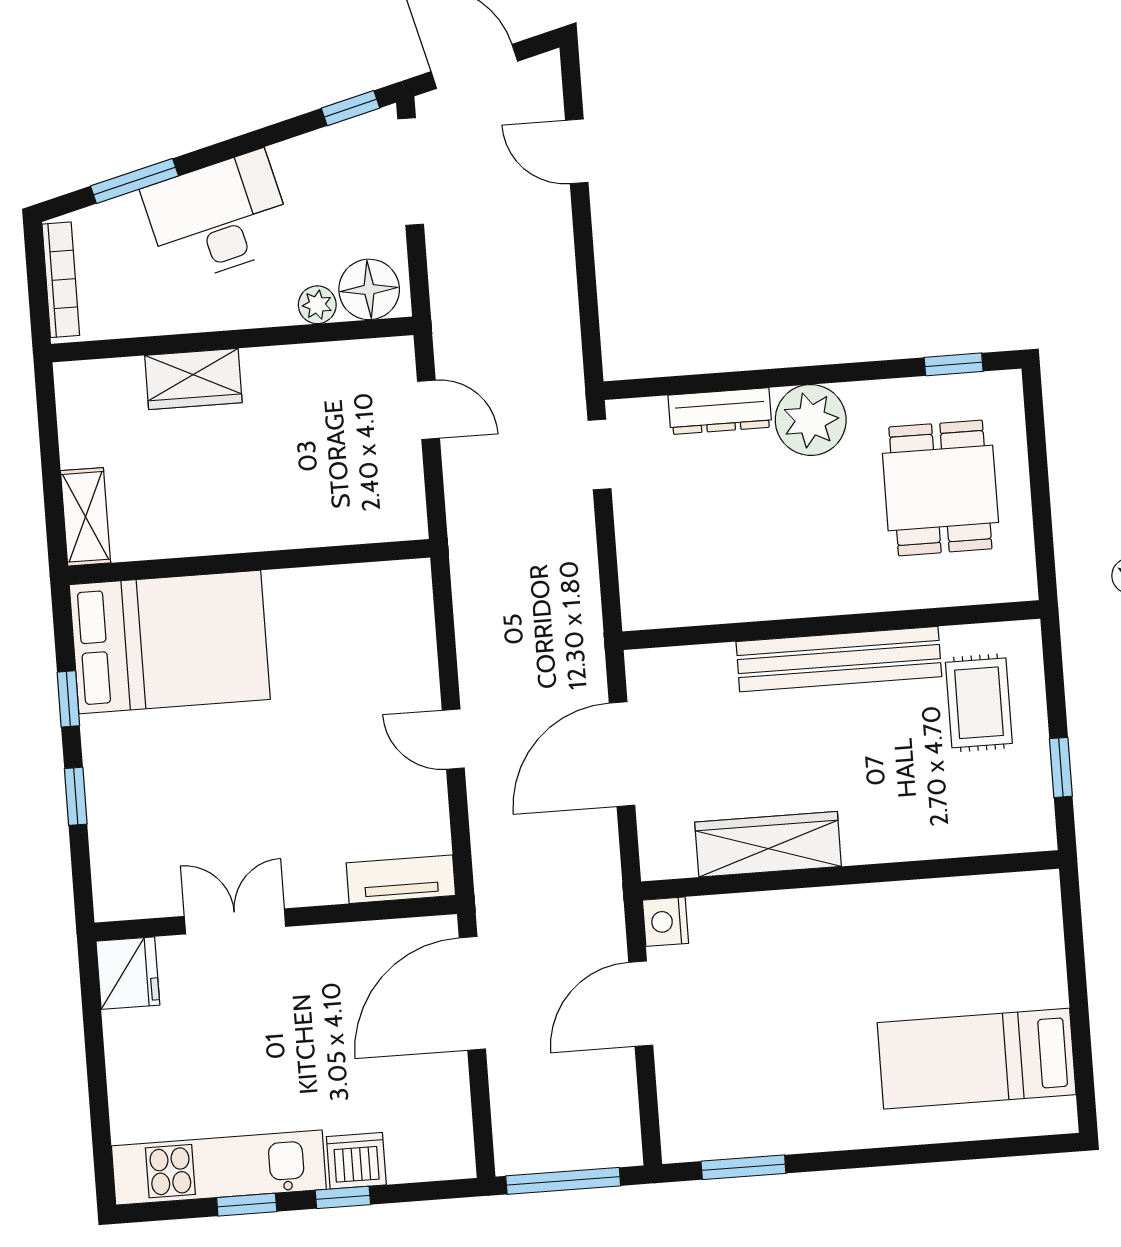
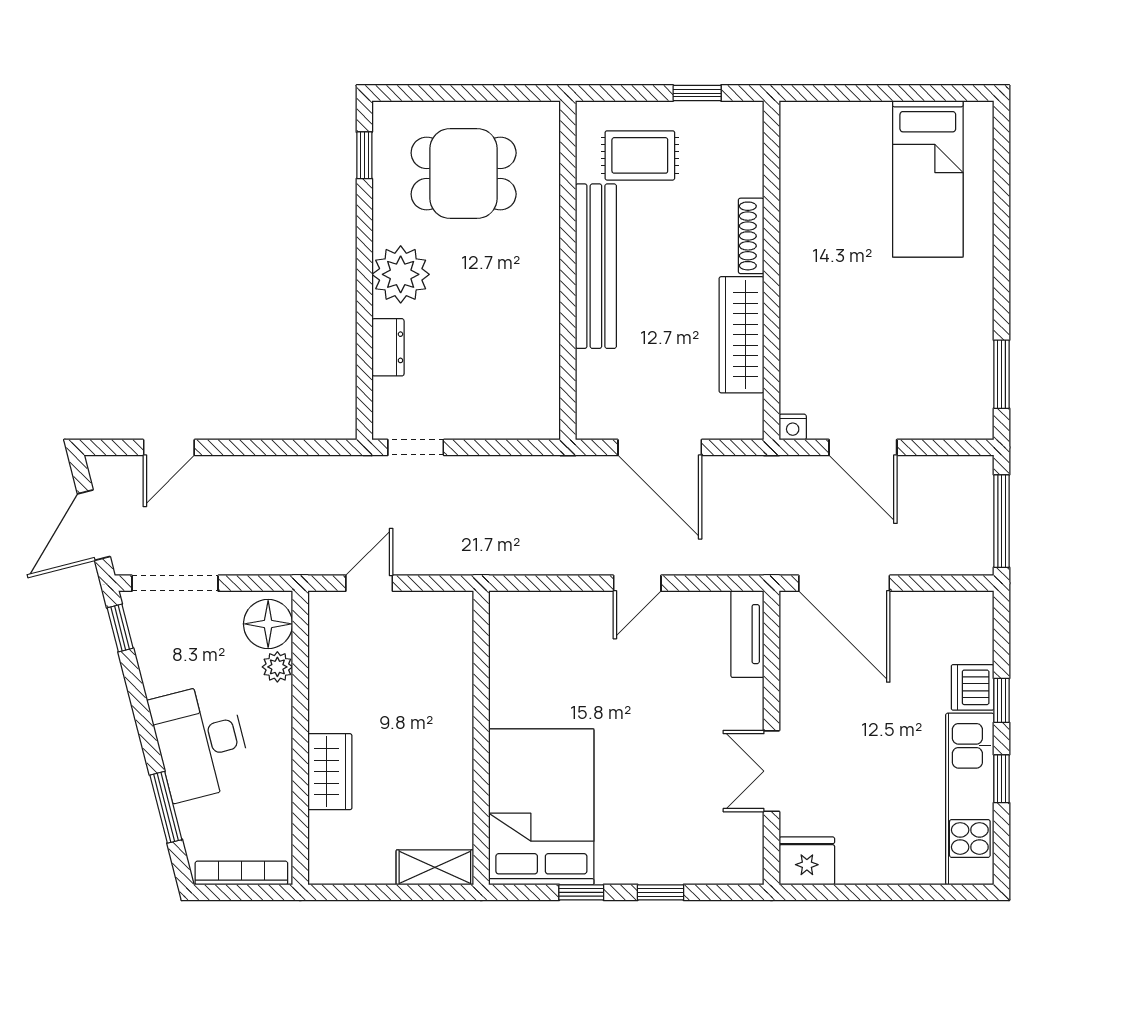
dresser: (720, 411) -> (388, 347), width x0.70
shoe rack: (890, 847) -> (751, 236), added
nightstand: (665, 922) -> (793, 427), width x0.72, depth x0.74

